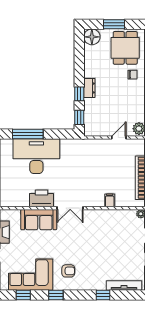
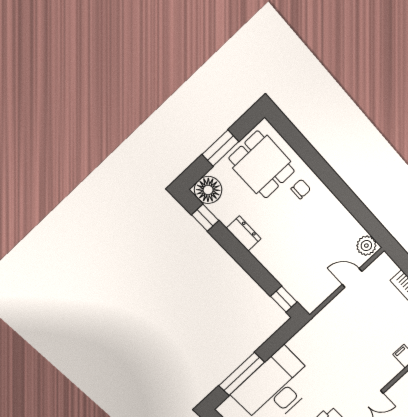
dresser: (89, 88) -> (244, 233), moved
window: (79, 94) -> (205, 218), moved
door: (119, 138) -> (352, 278), hinge flipped

